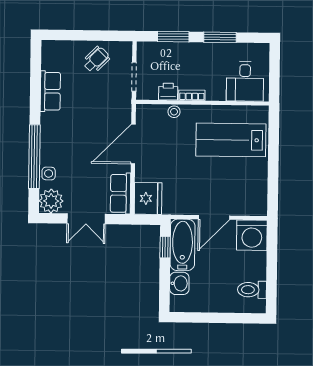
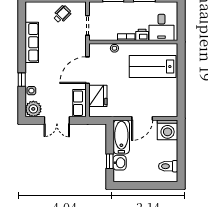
row of seats: (50, 91) -> (32, 42), width x1.48
printer: (168, 92) -> (142, 35), moved
window: (34, 157) -> (22, 80), width x0.32
fridge: (148, 198) -> (98, 96), moved
window: (165, 247) -> (110, 161), moved

